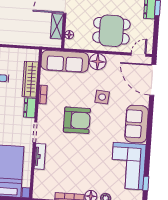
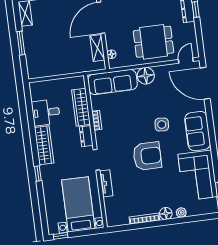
side table: (102, 97) -> (162, 125), moved
armchair: (77, 120) -> (147, 156), moved

